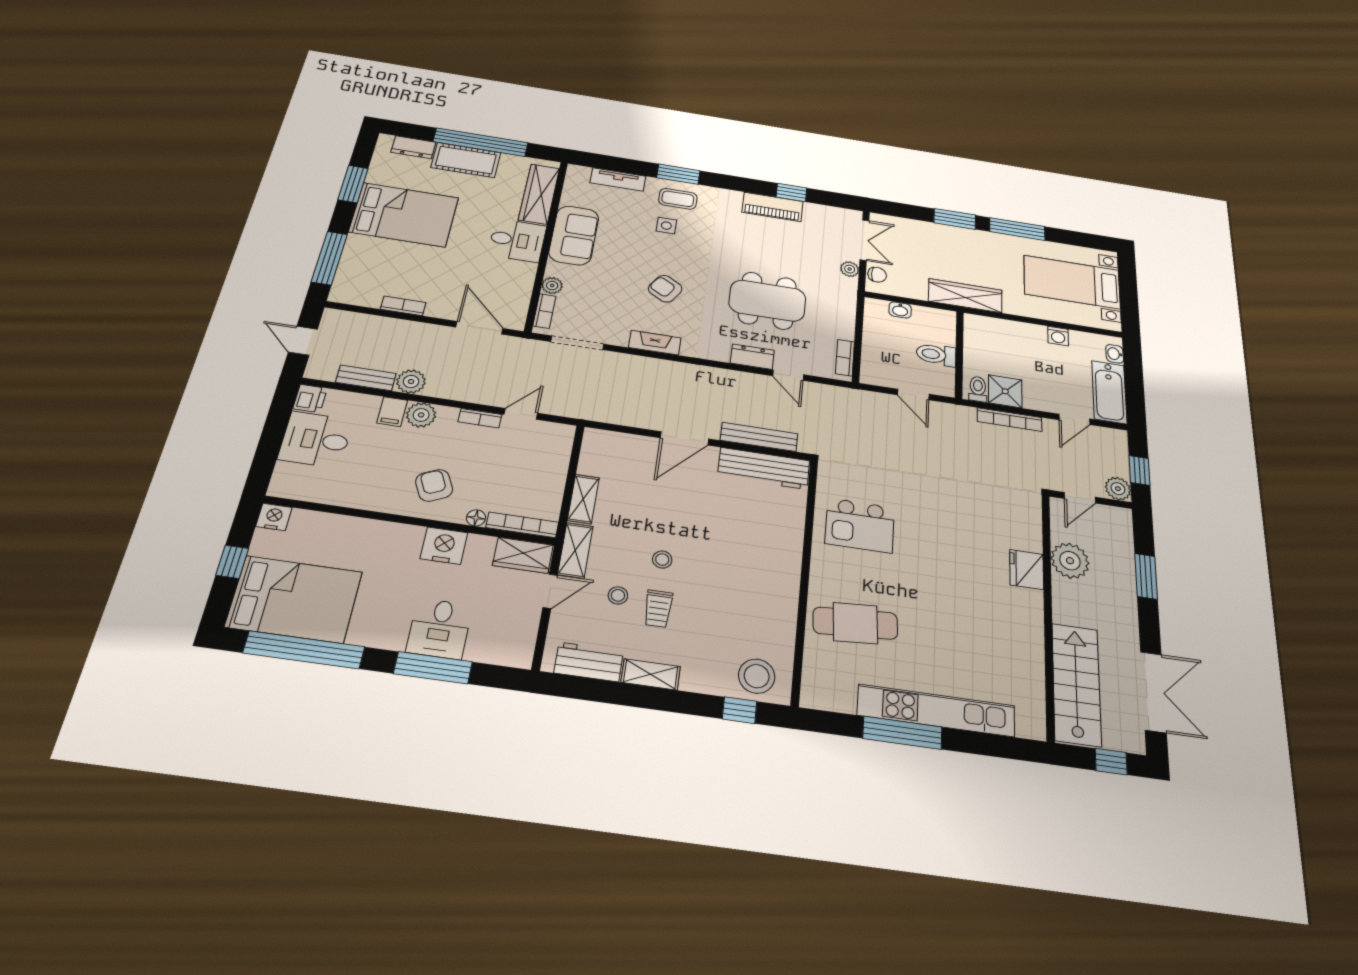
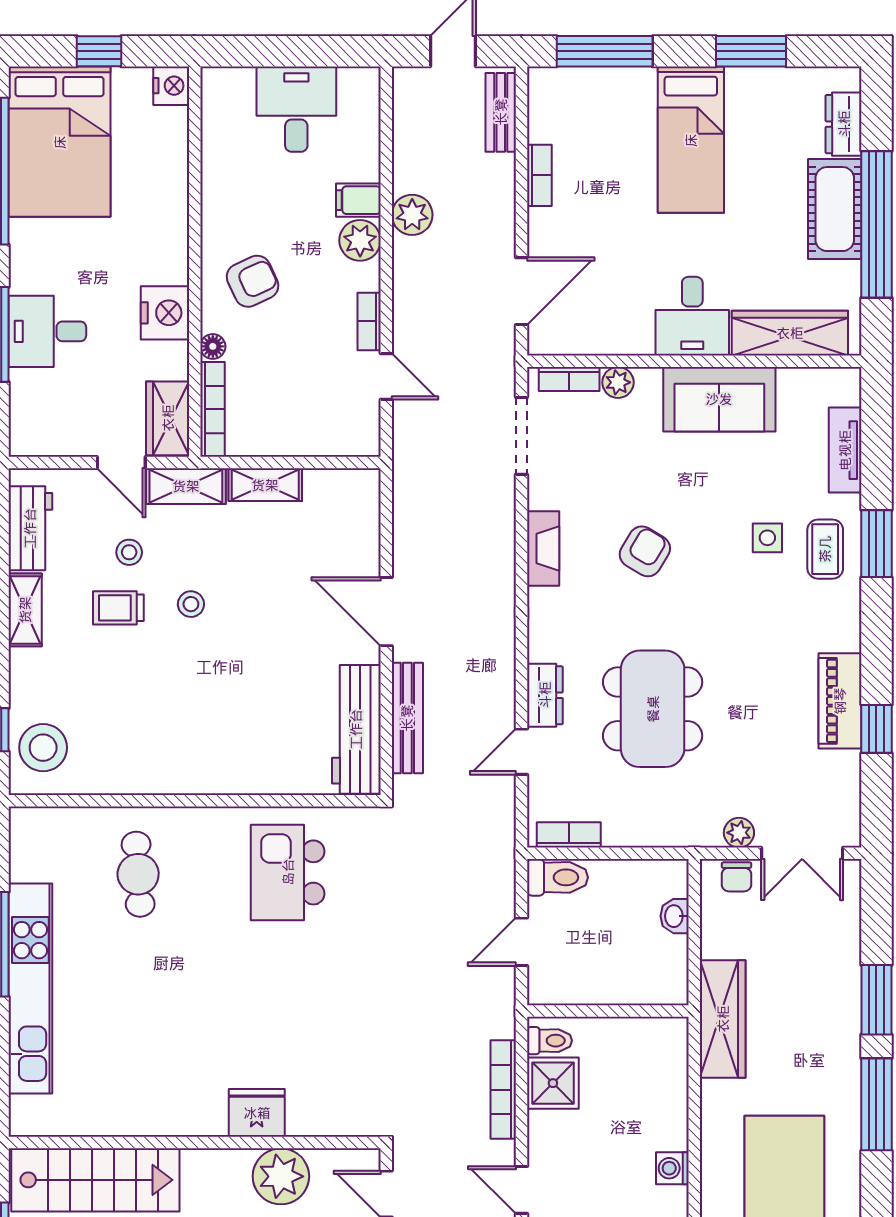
bed: (404, 215) -> (691, 140), width x0.67
toilet: (936, 355) -> (557, 877), moved, turned 90
bench: (366, 378) -> (501, 112), moved
printer: (310, 398) -> (360, 85), removed
cafe table: (855, 623) -> (138, 874), width x0.73, depth x0.74

